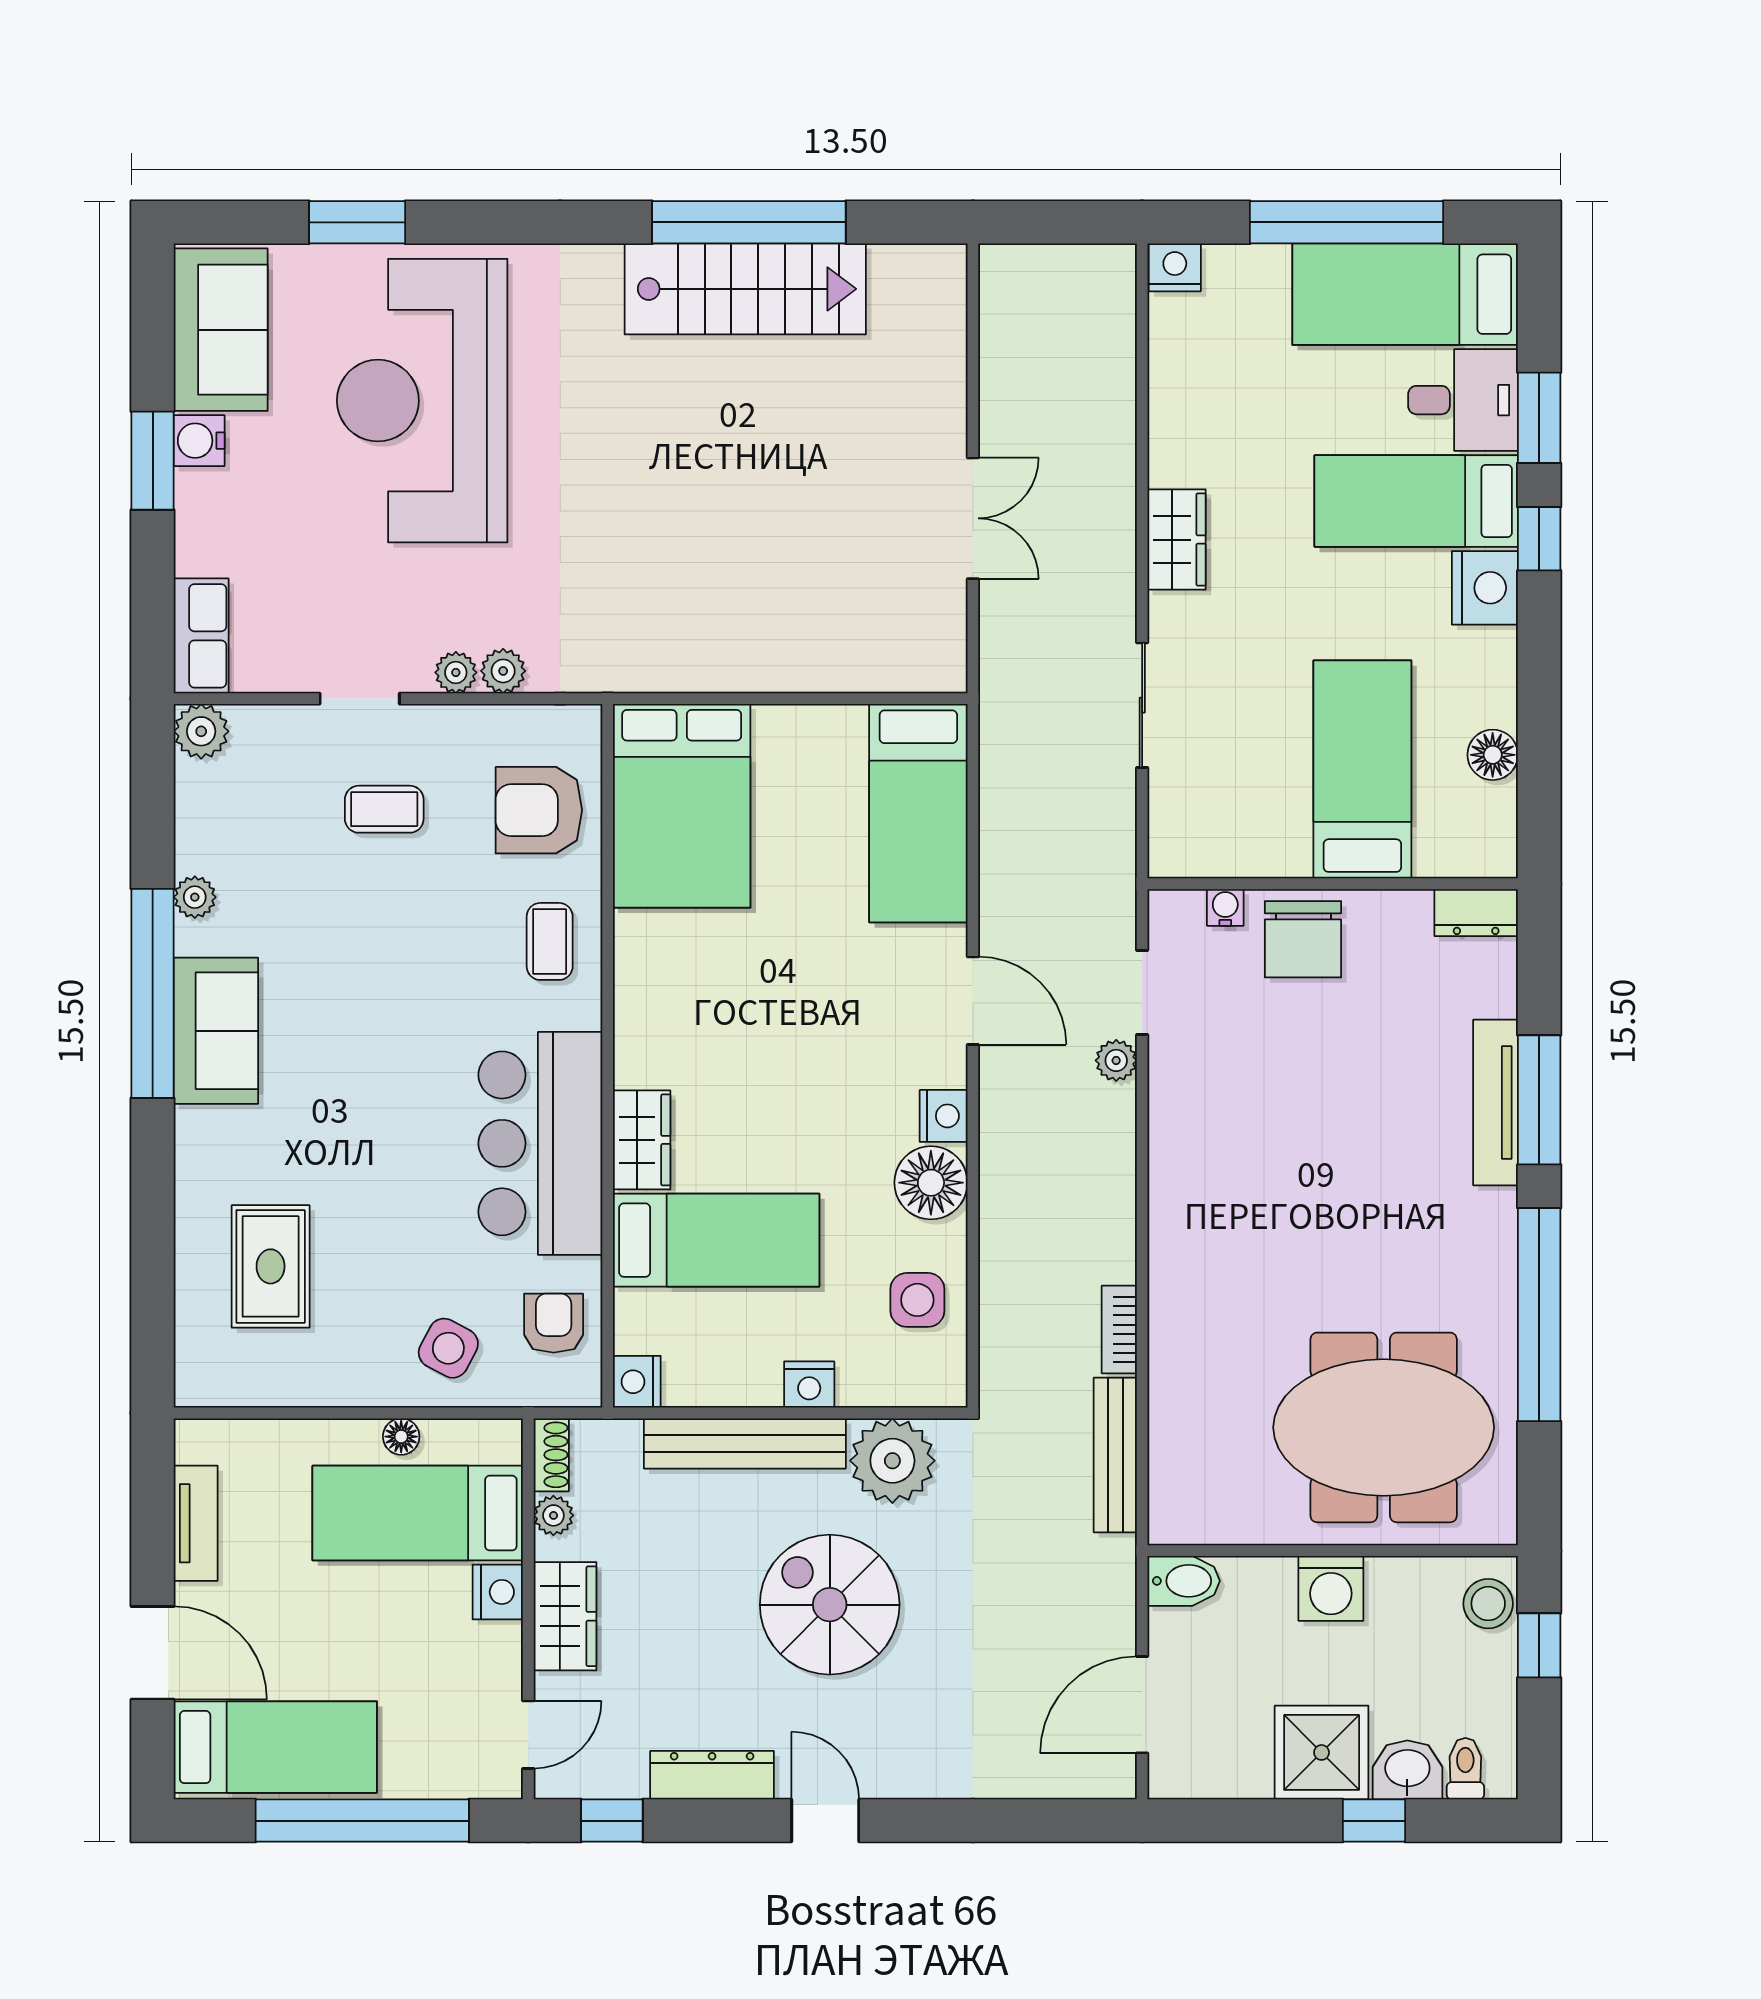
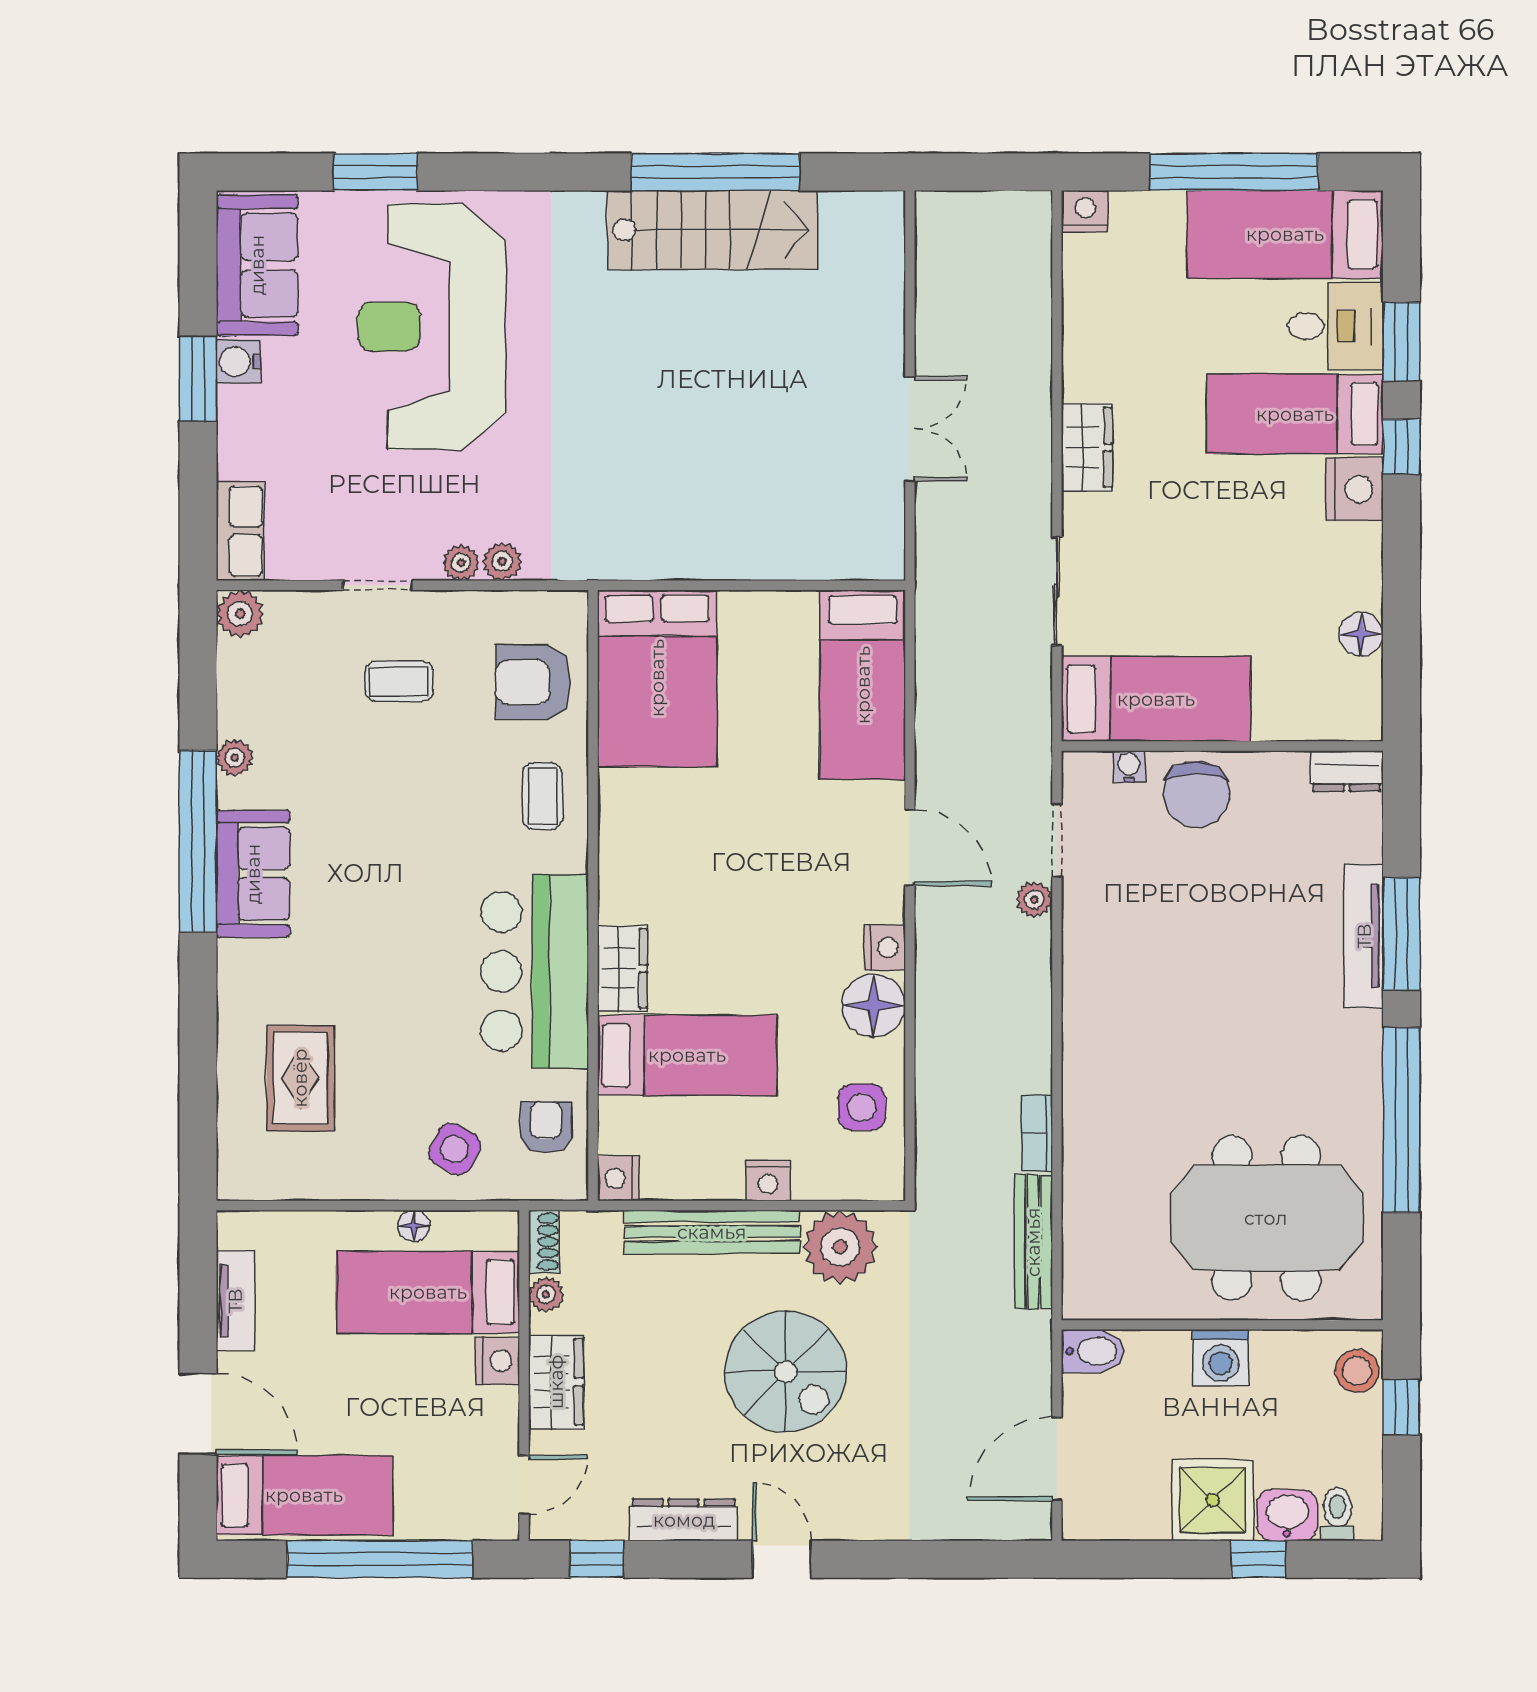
bed: (1362, 769) -> (1156, 699), moved, turned 90
spiral stairs: (830, 1605) -> (786, 1372), turned 180

